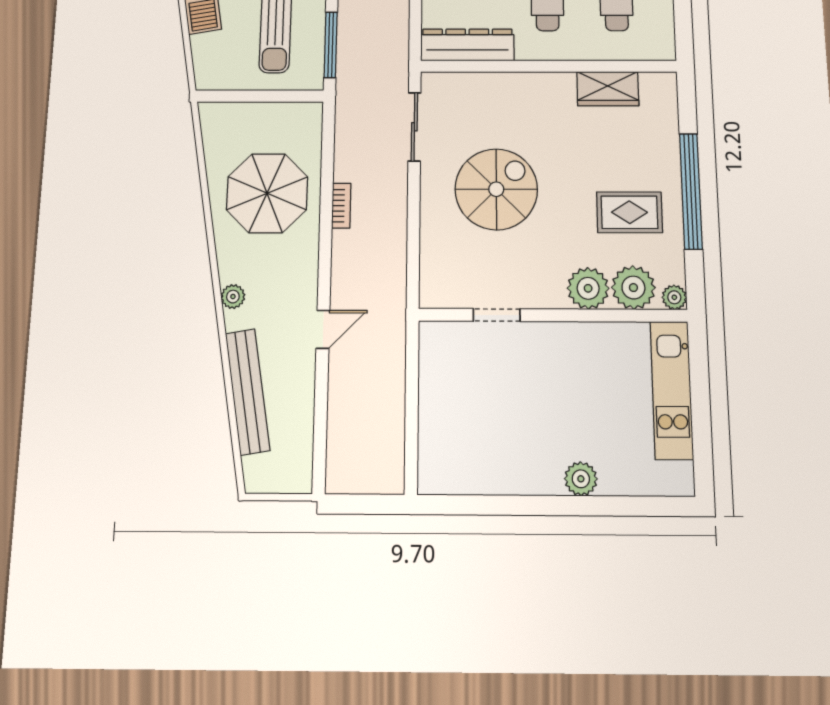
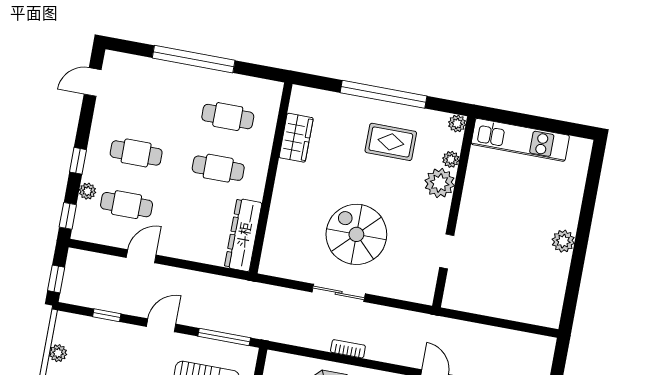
sliding door: (414, 127) -> (339, 293), moved
rug: (629, 212) -> (391, 142), turned 90
plant: (633, 288) -> (451, 159), width x0.53, depth x0.53
plant: (581, 479) -> (563, 241), moved

